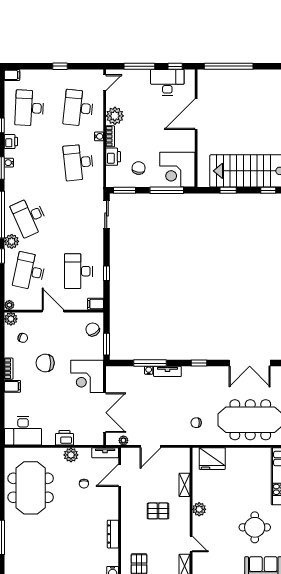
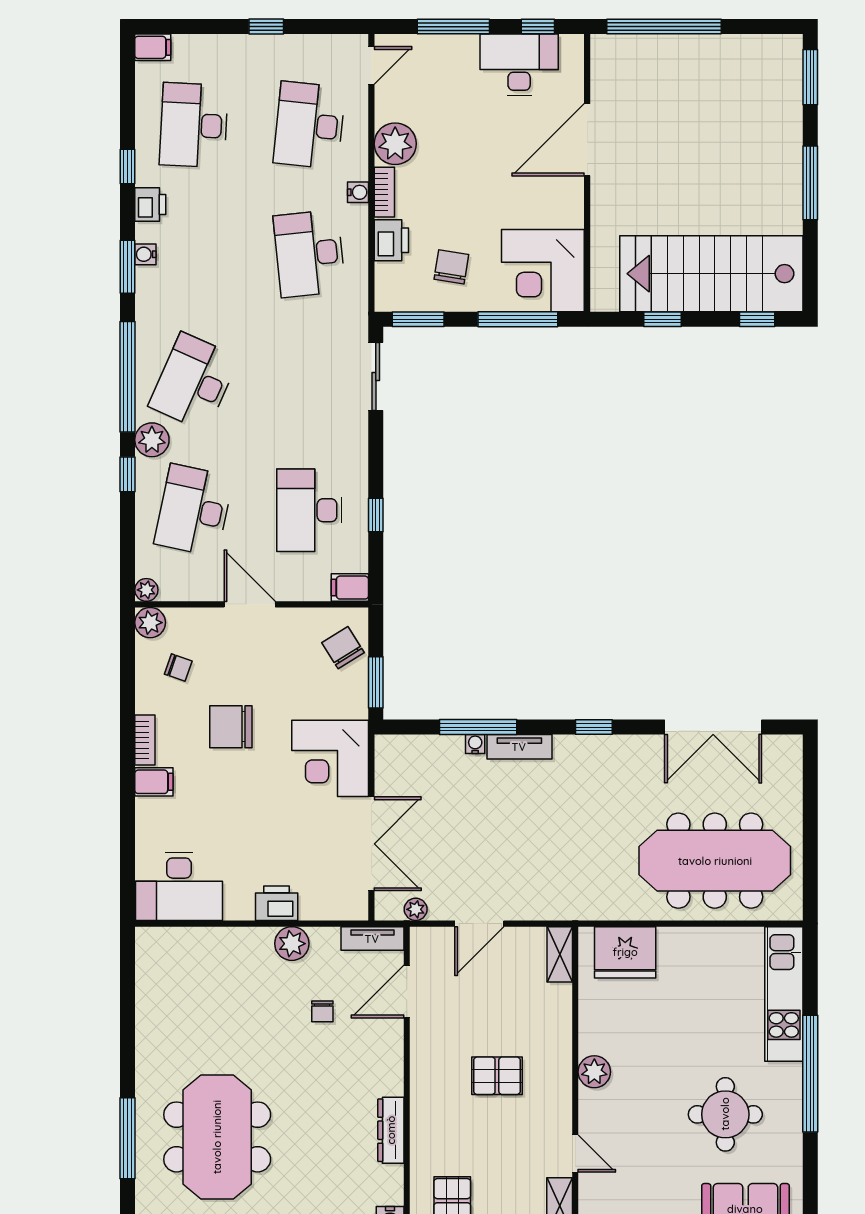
desk: (29, 217) -> (194, 382), turned 48
chair: (196, 423) -> (587, 868), removed
shelving: (185, 485) -> (560, 954), moved
meeting table: (31, 488) -> (217, 1137), moved

